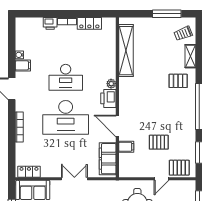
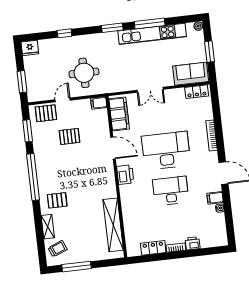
plant: (111, 84) -> (124, 190), removed
filing cabinet: (126, 147) -> (99, 103), moved

